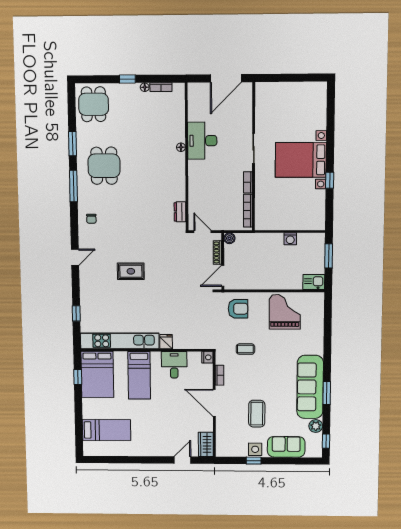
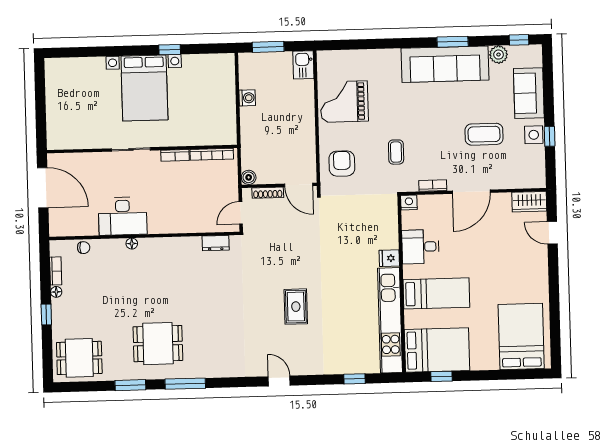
chair: (91, 219) -> (84, 248), moved
bed: (107, 430) -> (521, 337), width x1.50

